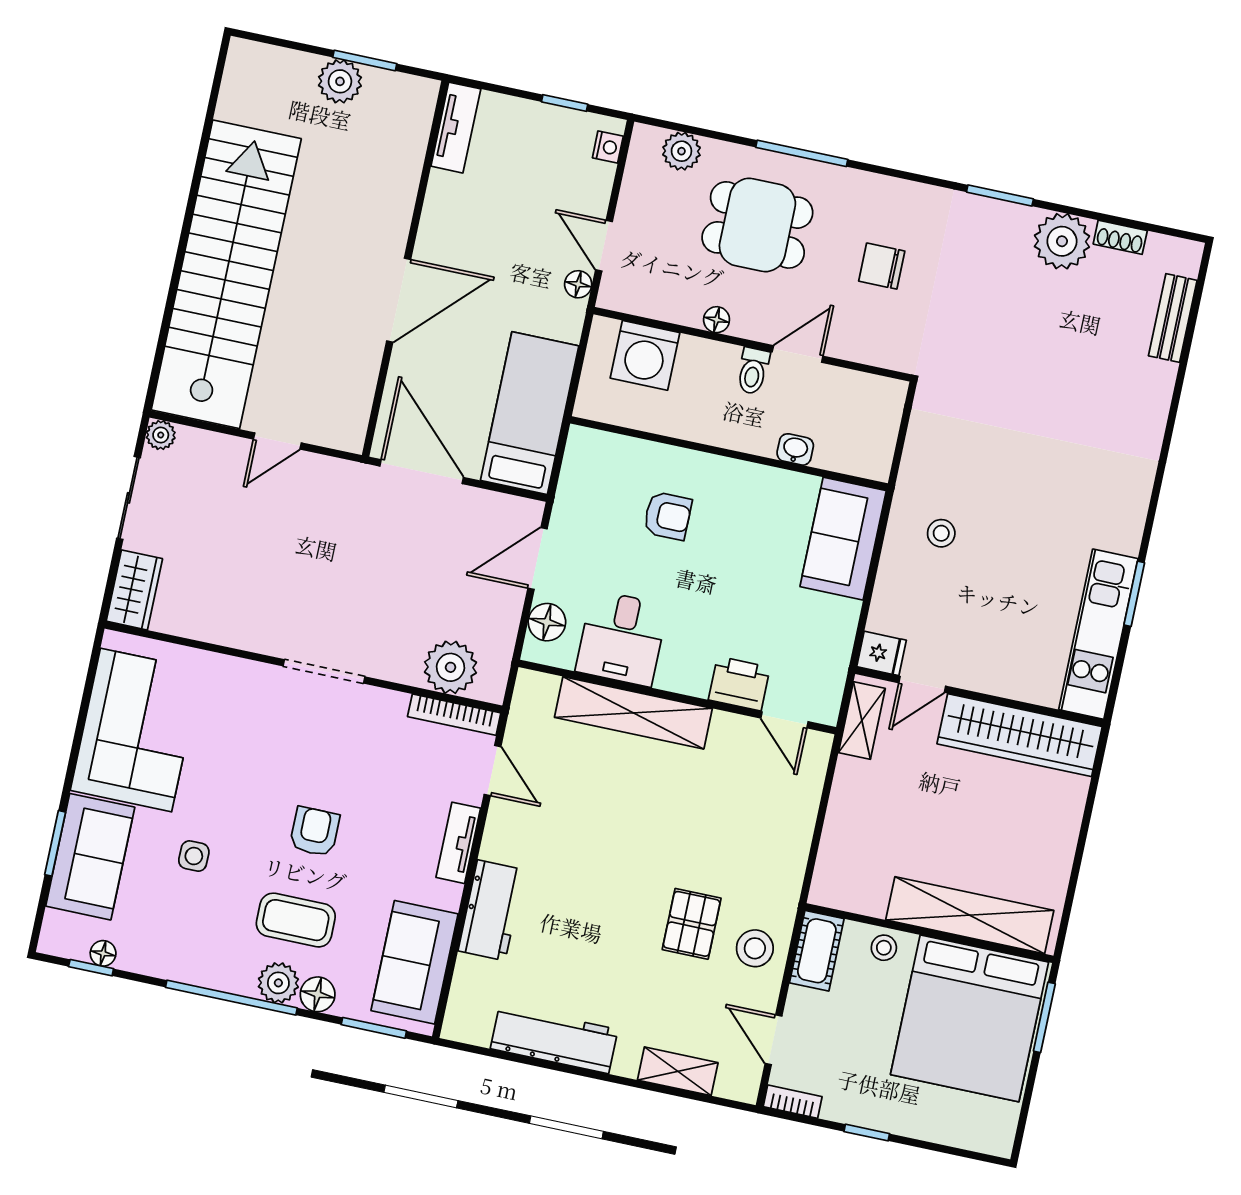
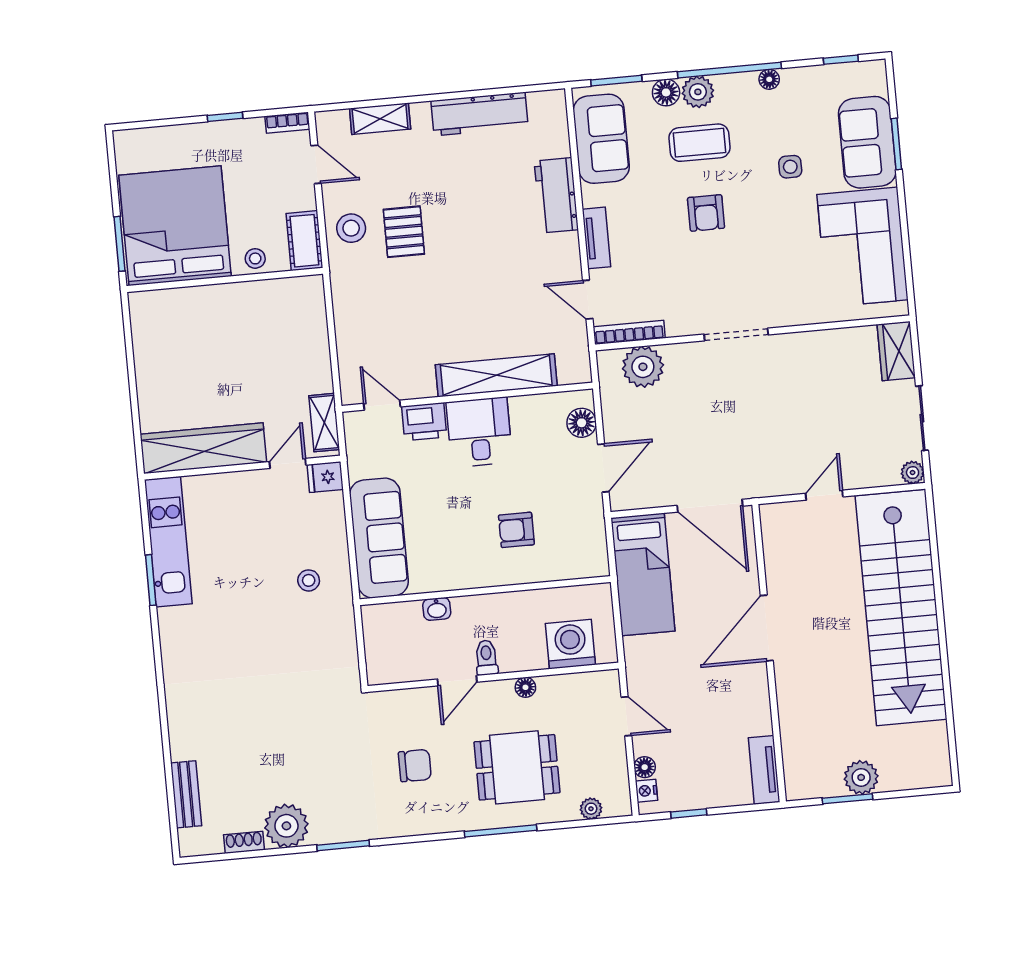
plant: (681, 151) -> (591, 809), width x0.73, depth x0.73
floor lamp: (578, 284) -> (645, 767), moved
sofa: (843, 539) -> (379, 538), width x1.36
desk: (622, 638) -> (479, 432), moved
shelving: (970, 915) -> (199, 303), removed
floor lamp: (103, 953) -> (769, 79), moved

